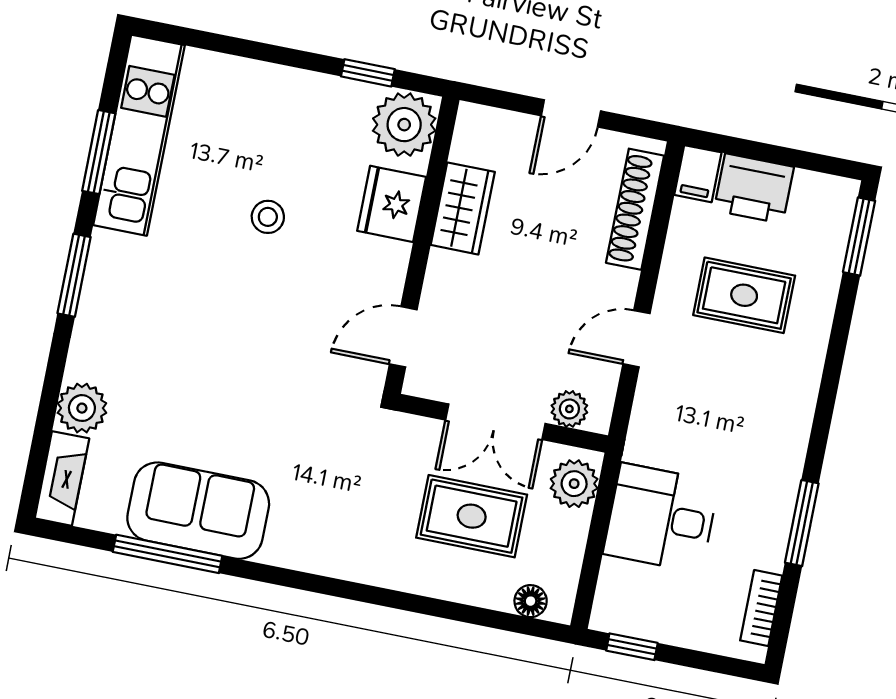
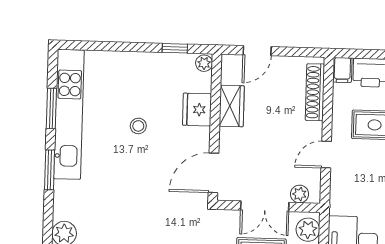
door: (571, 113) -> (257, 51), moved
plant: (404, 125) -> (204, 63), width x0.53, depth x0.53
kitchen unit: (139, 135) -> (69, 114), width x1.36
door: (403, 337) -> (213, 173), width x1.37

